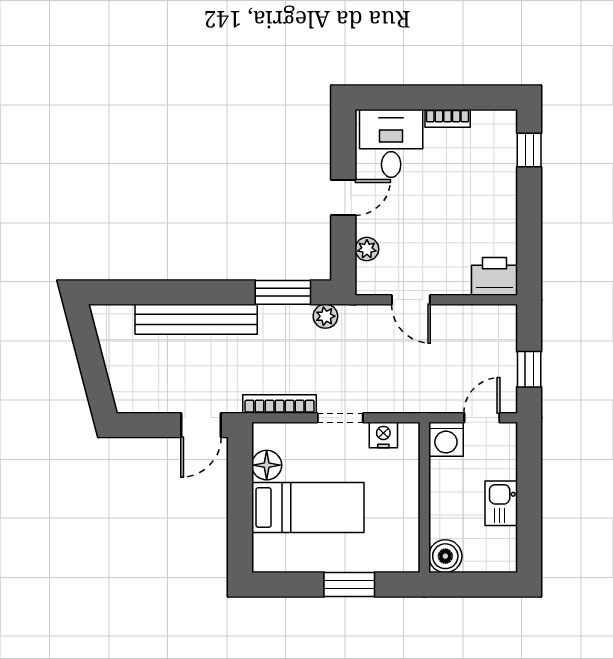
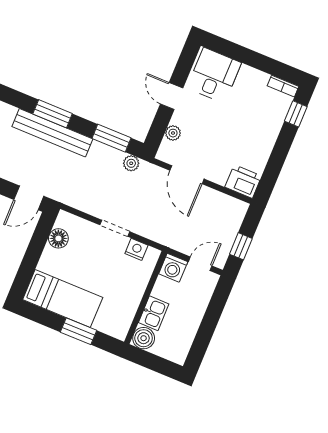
bookcase: (448, 118) -> (283, 86), moved
door: (343, 197) -> (172, 96), swing flipped
window: (185, 292) -> (53, 114), added
door: (411, 300) -> (187, 175), width x1.37
bookcase: (280, 404) -> (82, 205), removed
kitchen sink: (501, 503) -> (154, 313), moved, turned 180
bed: (308, 508) -> (63, 299), moved

